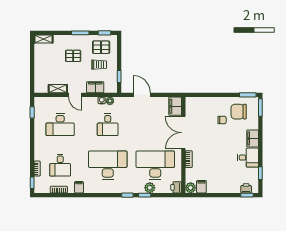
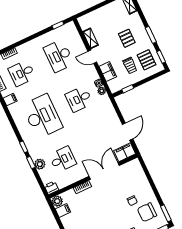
door: (75, 95) -> (92, 57), hinge flipped
door: (142, 95) -> (128, 132), moved
chair: (239, 112) -> (147, 212), turned -90
desk: (155, 165) -> (63, 159), width x0.53, depth x0.77

